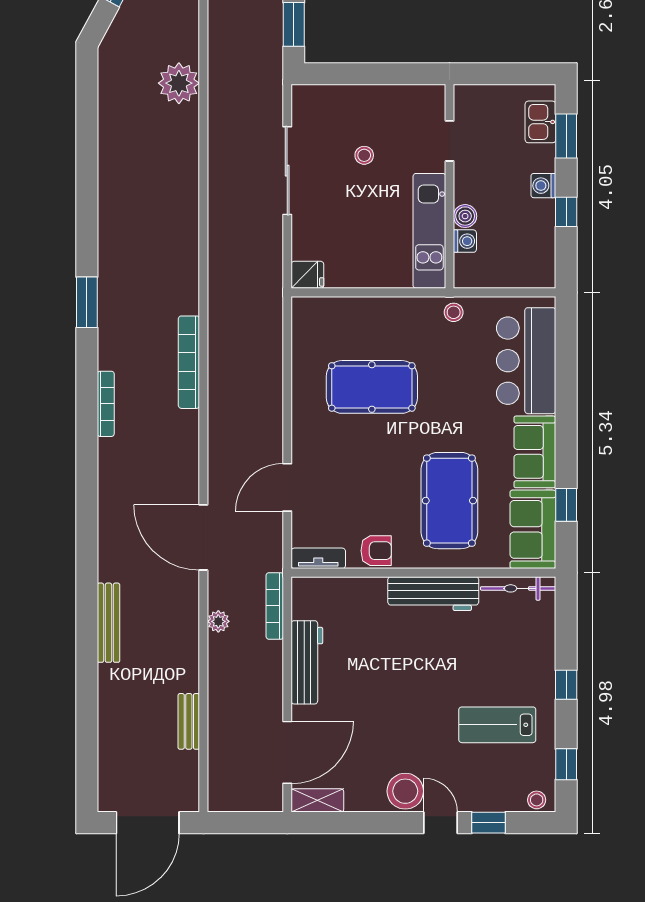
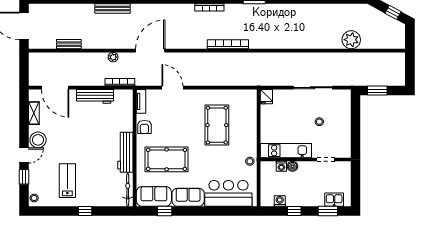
washing machine: (543, 186) -> (280, 201), moved
window: (566, 764) -> (50, 211), removed
shelving: (317, 800) -> (34, 113), moved

